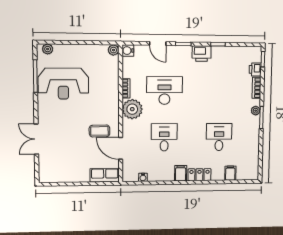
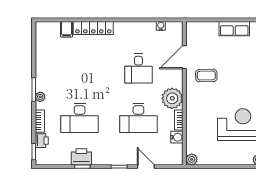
water cooler: (128, 51) -> (177, 137), moved
printer: (202, 54) -> (81, 157), moved
desk: (219, 137) -> (80, 118), moved, width x1.37
door: (121, 148) -> (184, 57), swing flipped
filing cabinet: (181, 173) -> (121, 30), removed
row of seats: (105, 175) -> (234, 29), moved
locker: (199, 175) -> (93, 28), width x1.53

